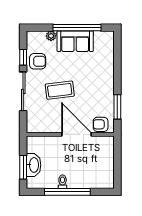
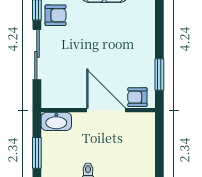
coffee table: (60, 90) -> (84, 53), removed
washbasin: (34, 165) -> (56, 121), moved, turned 90

